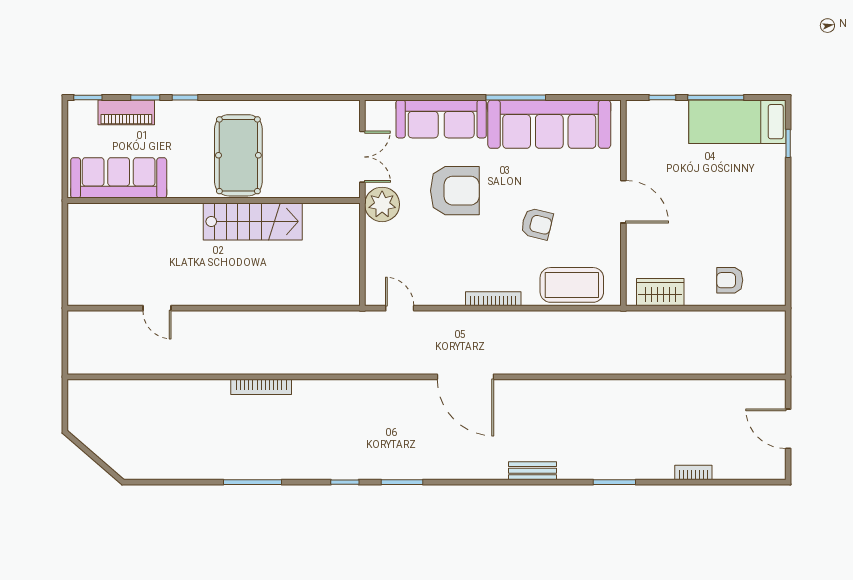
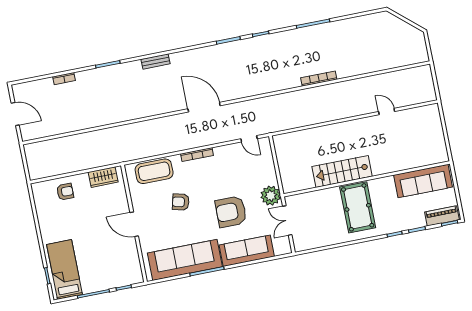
piano: (126, 112) -> (442, 216), moved
bed: (737, 122) -> (65, 269), moved, turned -90

